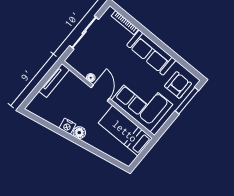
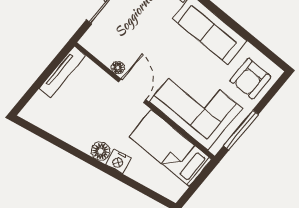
armchair: (178, 85) -> (250, 79), turned 180
window: (187, 101) -> (241, 130), moved
nightstand: (67, 126) -> (118, 161), moved

